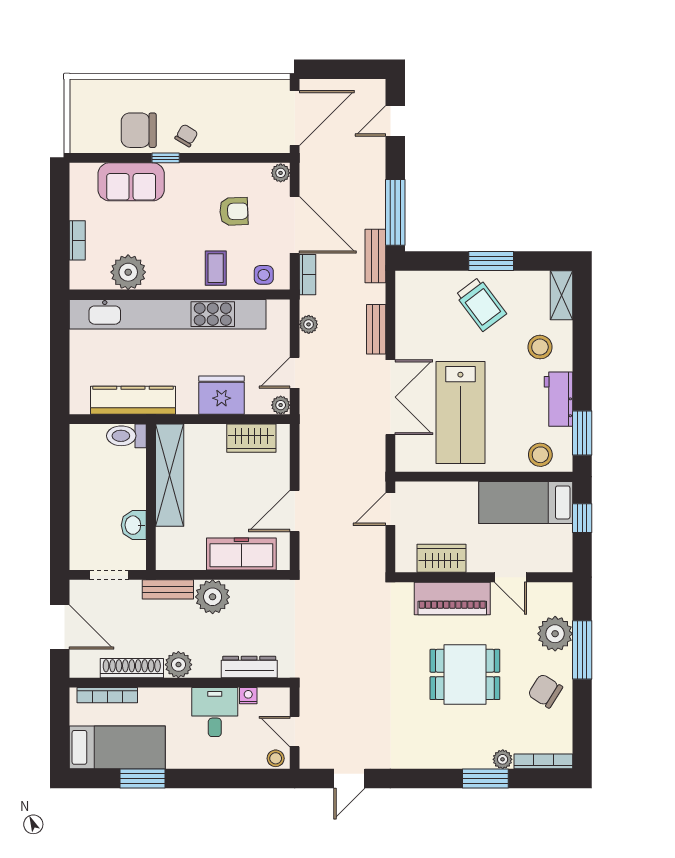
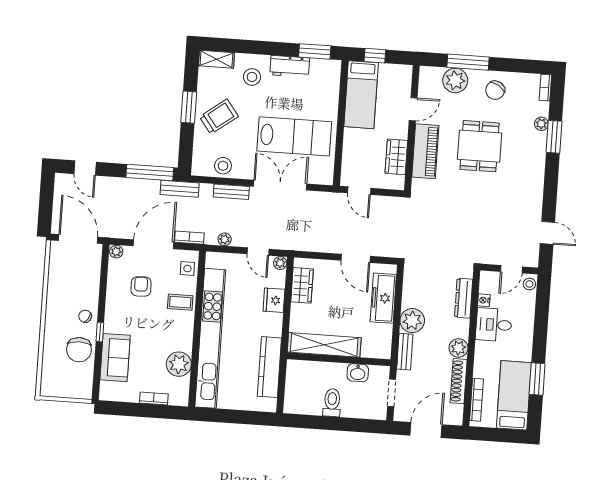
fridge: (222, 395) -> (274, 300), width x0.73, depth x0.75
toilet: (126, 436) -> (332, 403), moved, turned 180
stool: (540, 455) -> (223, 166), moved
bookcase: (543, 761) -> (545, 88), width x0.64

